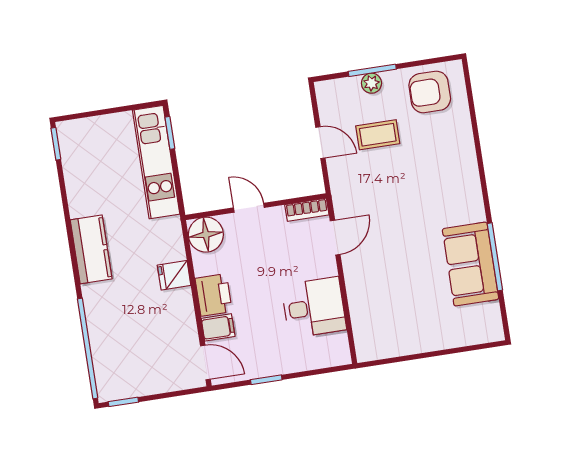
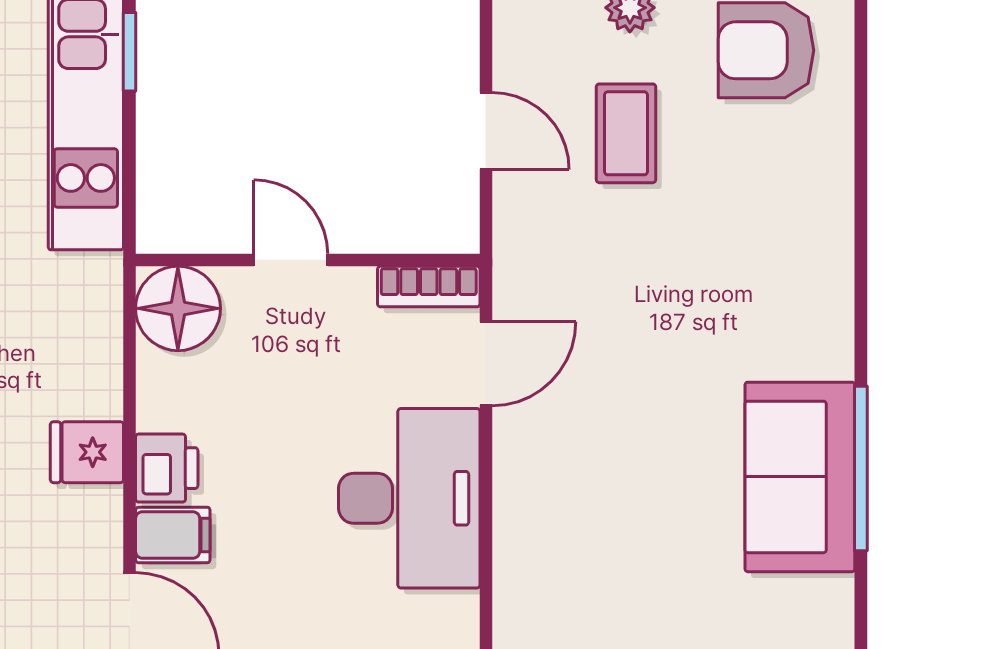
coffee table: (378, 135) -> (626, 133), turned 90
fridge: (174, 275) -> (87, 452), moved
printer: (214, 295) -> (167, 468), width x0.73, depth x0.81
desk: (314, 307) -> (409, 498), width x1.37

